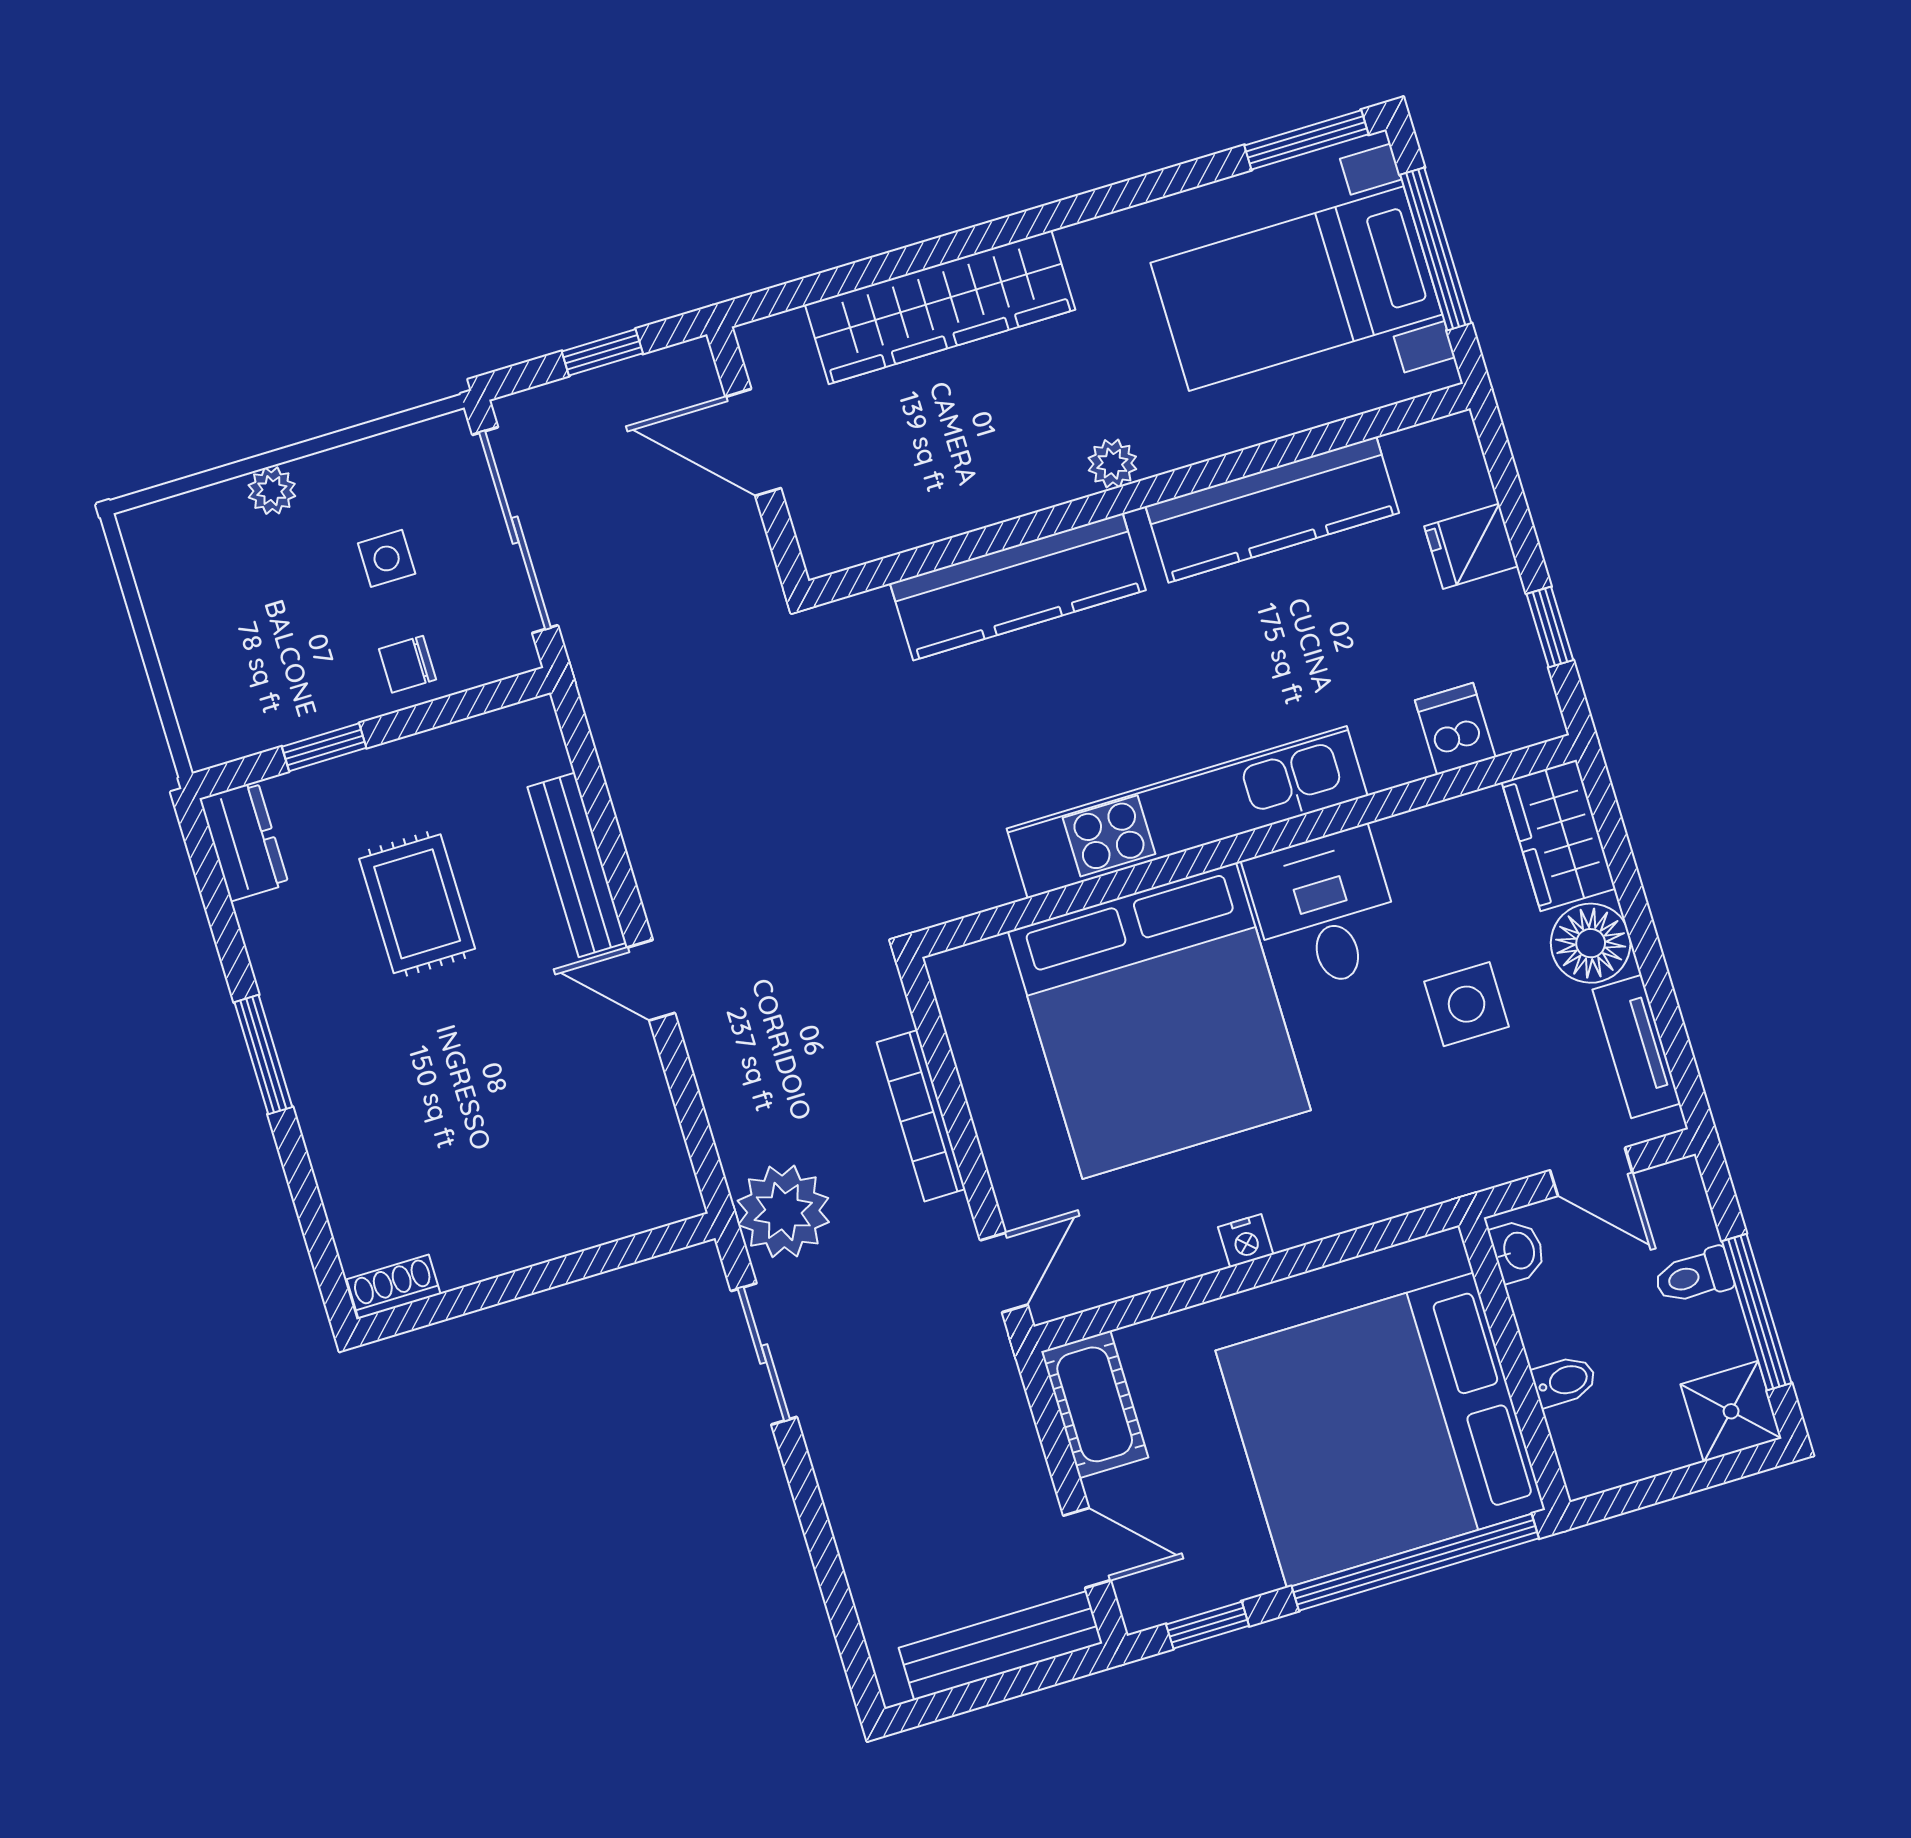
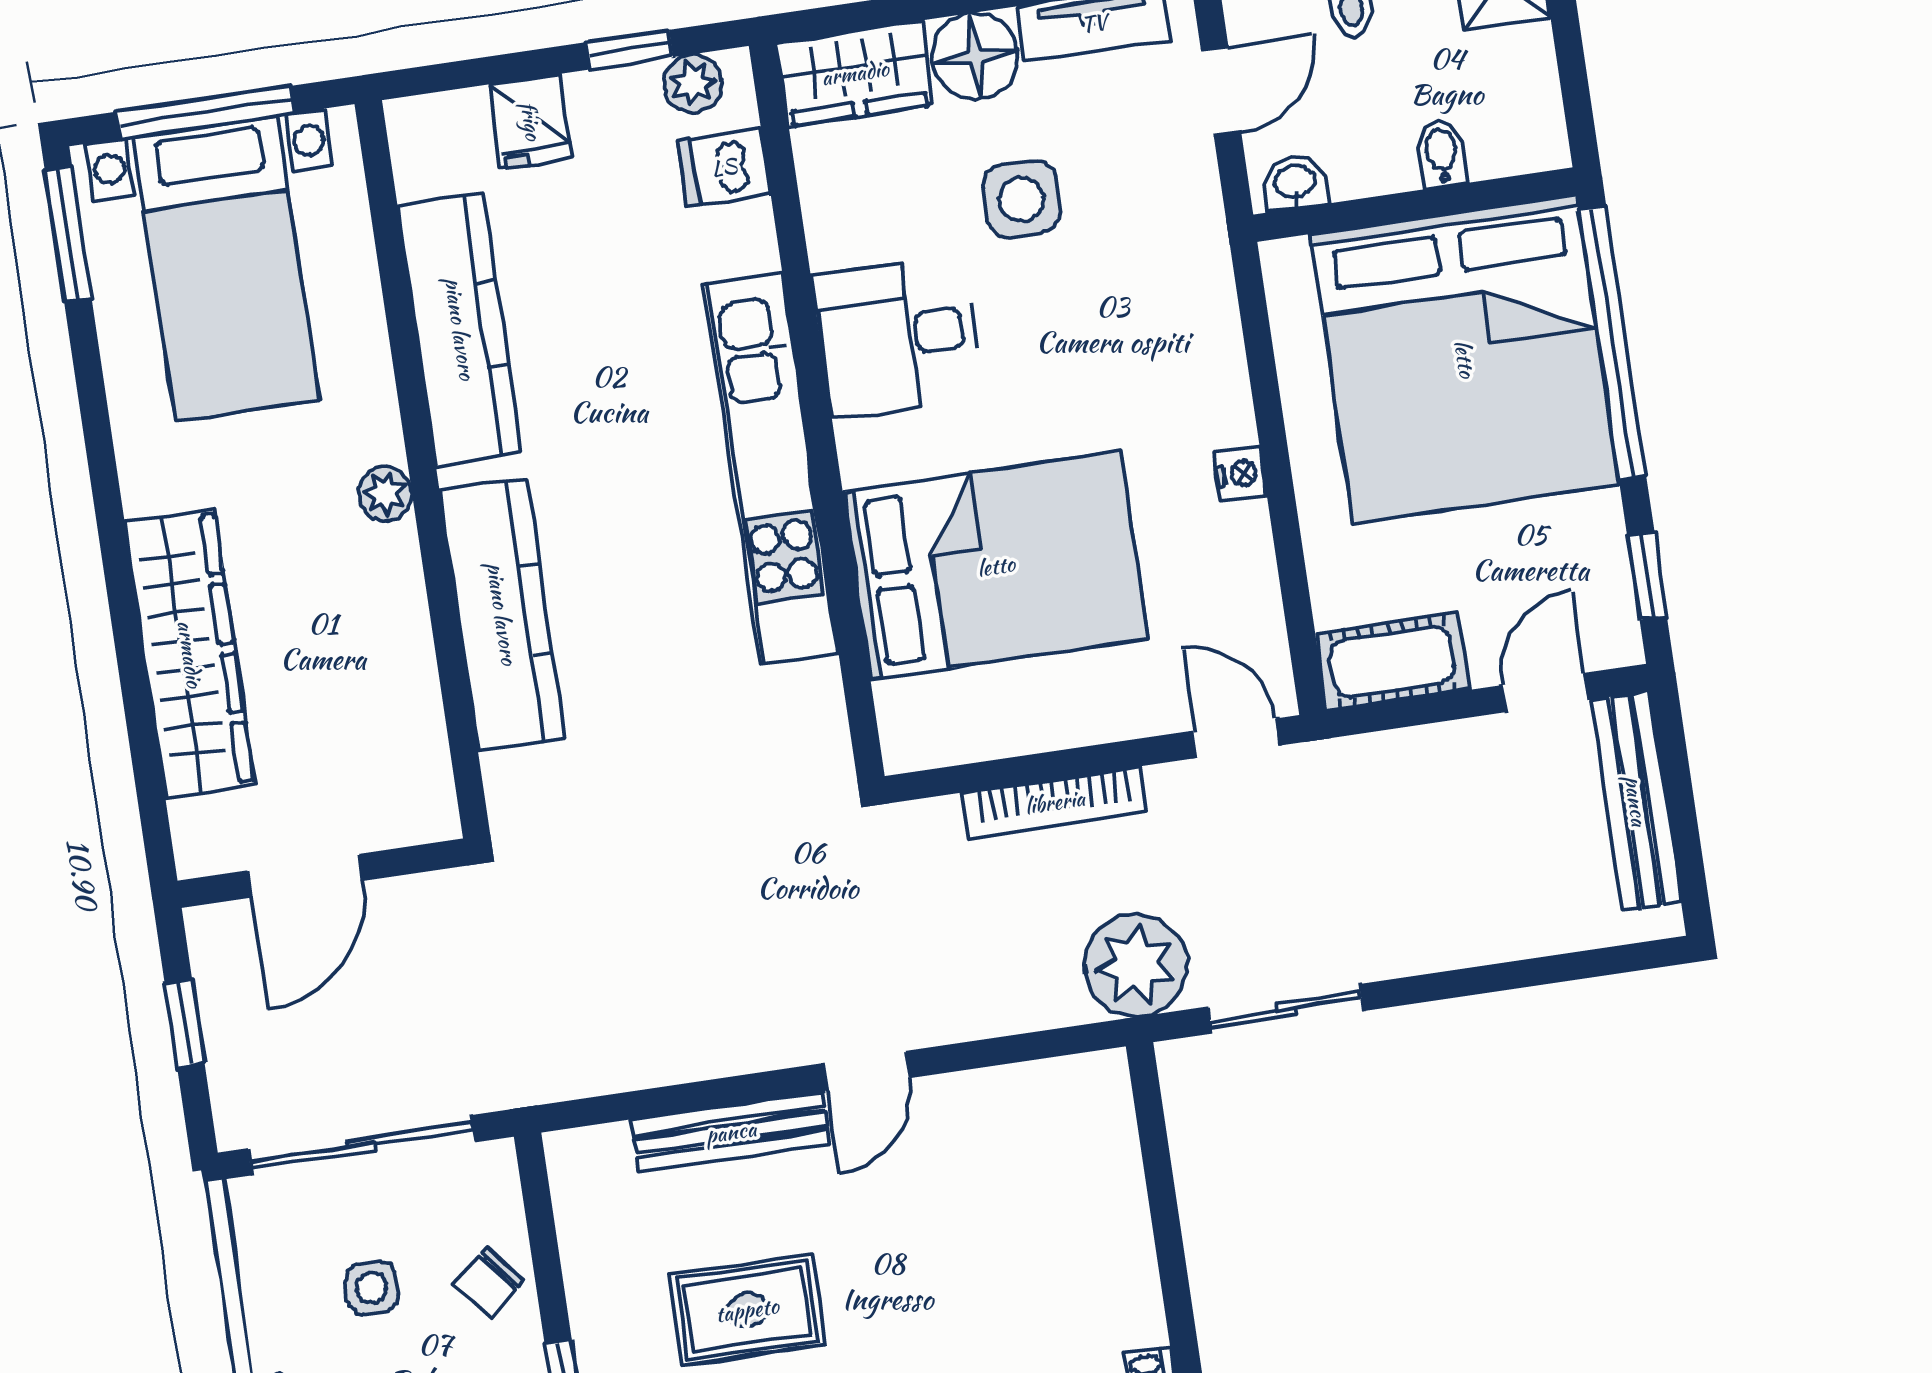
chair: (407, 664) -> (489, 1282), turned 51
plant: (1528, 689) -> (693, 83), added
bed: (1159, 1021) -> (996, 566), width x0.73

